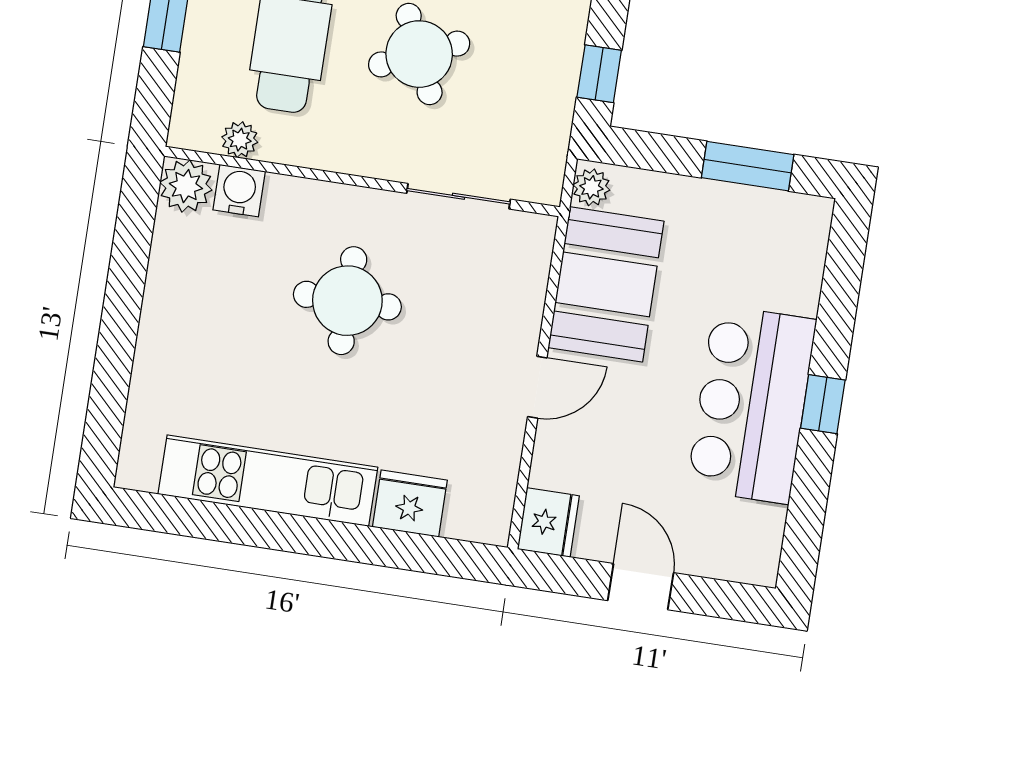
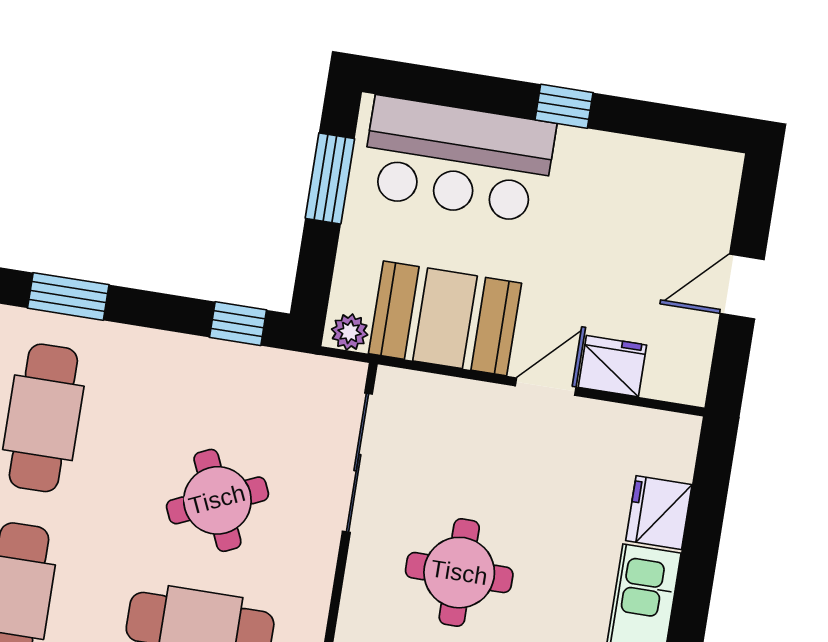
sliding door: (459, 196) -> (357, 463), width x1.37
door: (537, 387) -> (546, 387), hinge flipped
bar counter: (752, 404) -> (458, 159), moved
fridge: (548, 522) -> (612, 366), moved

